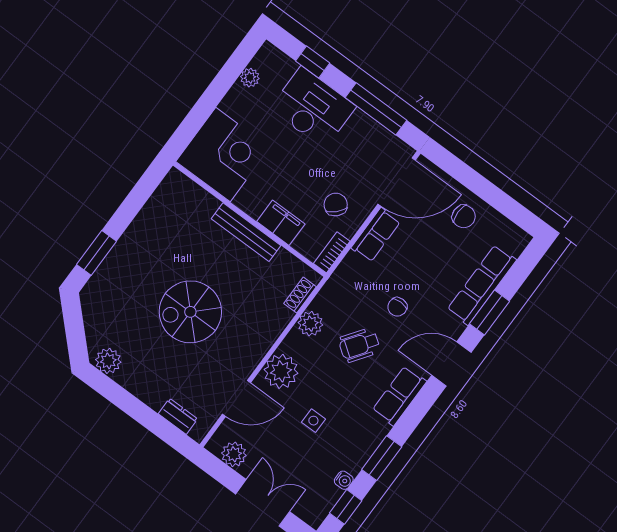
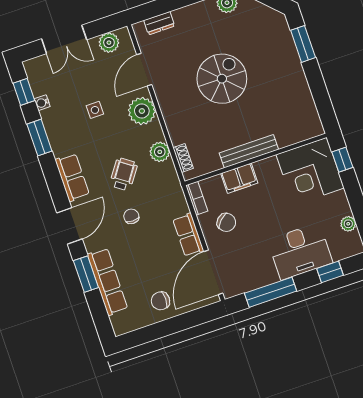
window: (188, 130) -> (342, 160), added

